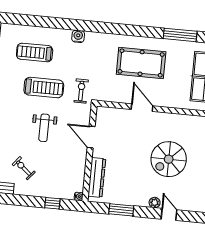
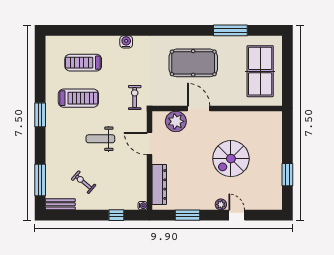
treadmill: (44, 88) -> (78, 98), moved
plant: (119, 118) -> (176, 121), added
weight bench: (44, 128) -> (100, 139), turned 90

